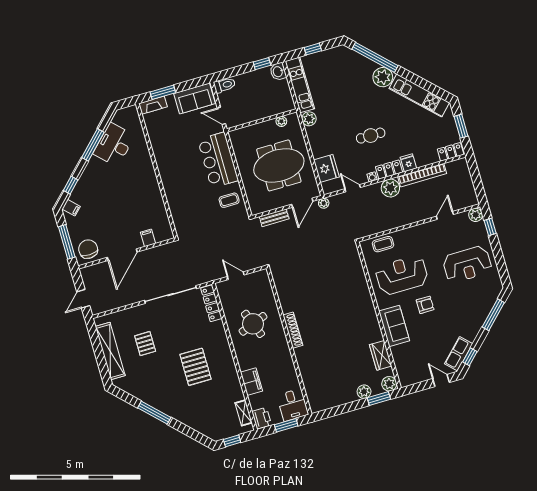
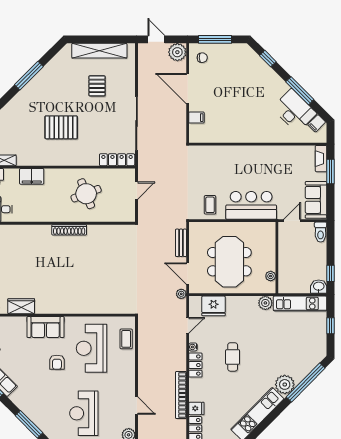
fridge: (408, 163) -> (196, 408), moved
plant: (390, 188) -> (177, 52), moved
filing cabinet: (71, 208) -> (317, 123), moved
chair: (88, 249) -> (202, 58), width x0.54, depth x0.54
reception desk: (402, 275) -> (92, 348), turned 180
pallet: (145, 344) -> (97, 86), turned 90

